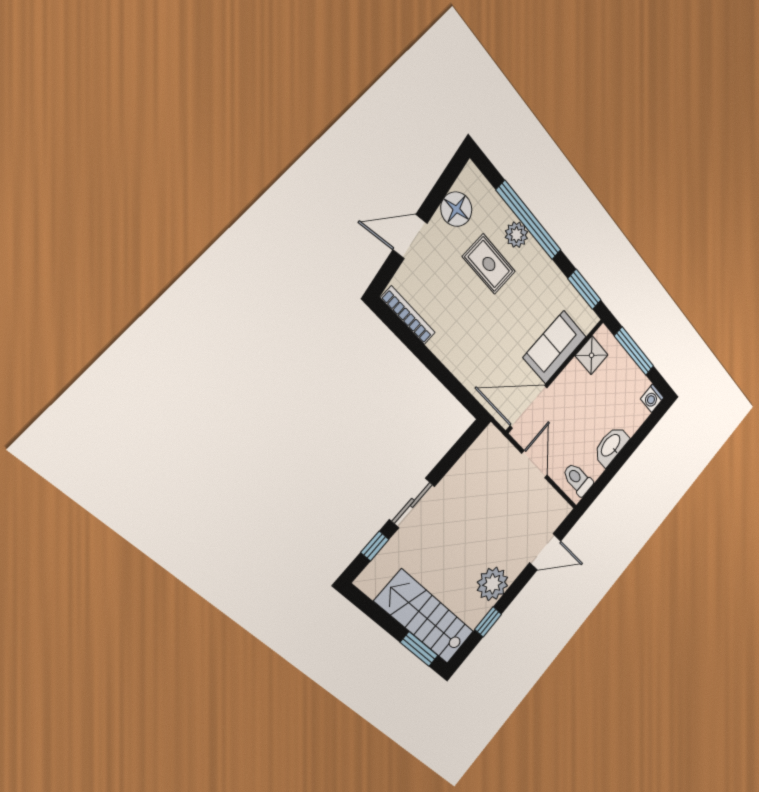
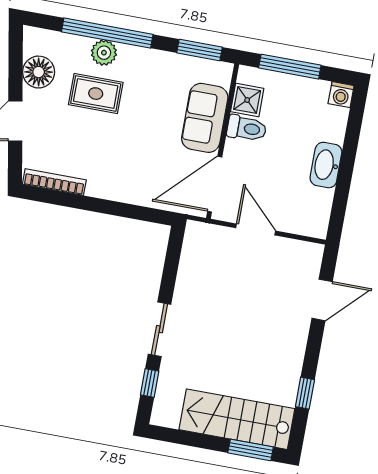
toilet: (578, 479) -> (247, 128), moved, turned 180
plant: (493, 584) -> (286, 357), removed

